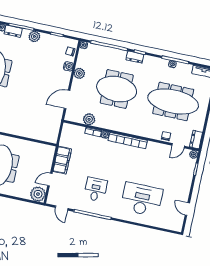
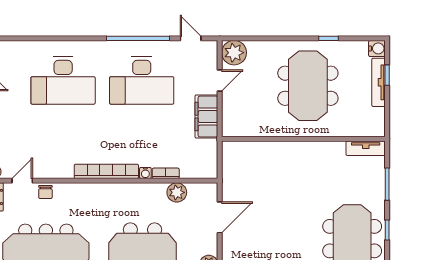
desk: (96, 189) -> (142, 80), width x1.87, depth x1.30

